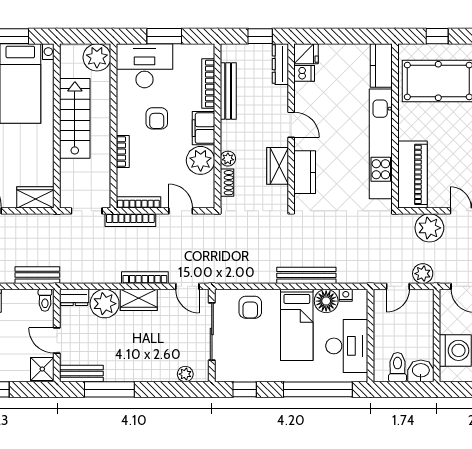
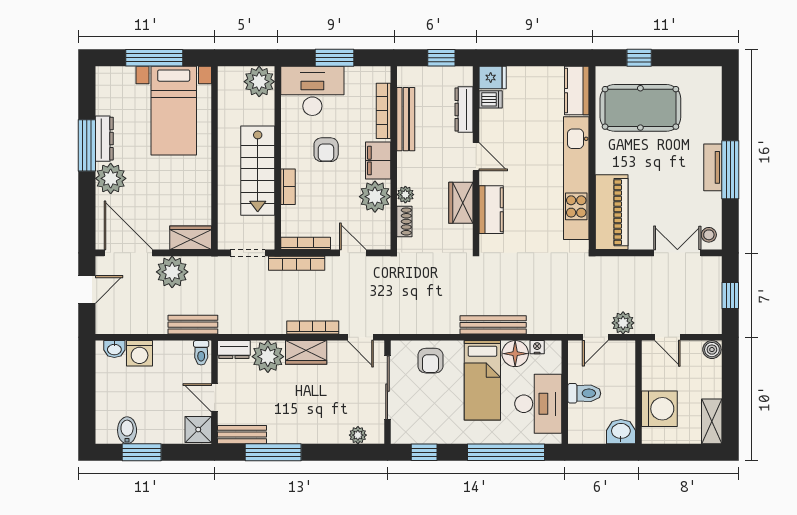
dresser: (280, 64) -> (464, 110), moved
stairs: (75, 118) -> (258, 171), moved, turned 180
plant: (429, 228) -> (172, 272), moved
toilet: (398, 367) -> (584, 393), moved, turned 90

